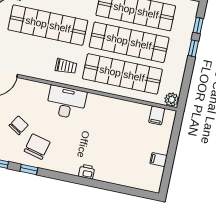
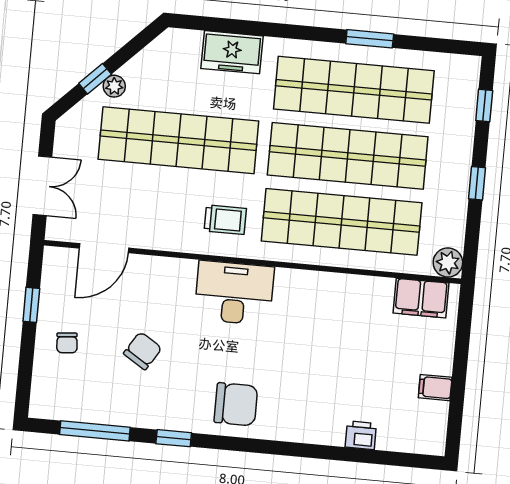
window: (193, 48) -> (477, 183), moved
filing cabinet: (157, 115) -> (421, 298), width x2.00
chair: (37, 147) -> (236, 404), moved, turned 76
printer: (87, 172) -> (361, 435), moved

